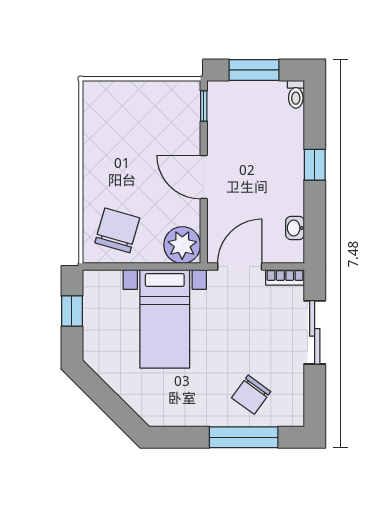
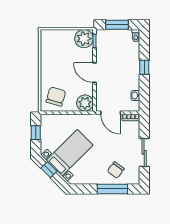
plant: (180, 101) -> (84, 39), added
door: (240, 267) -> (111, 113), swing flipped
bed with nightstands: (165, 319) -> (70, 153), moved, turned -135
sliding door: (315, 332) -> (144, 152), moved
window: (101, 394) -> (49, 170), added

